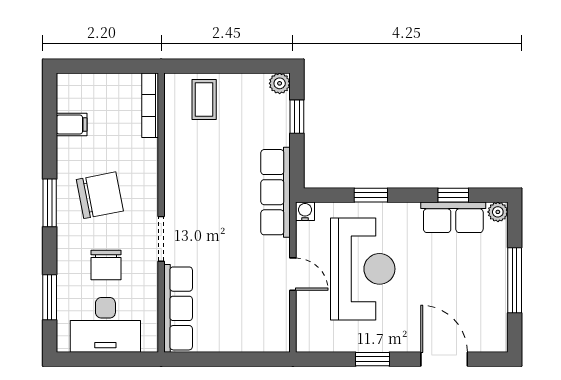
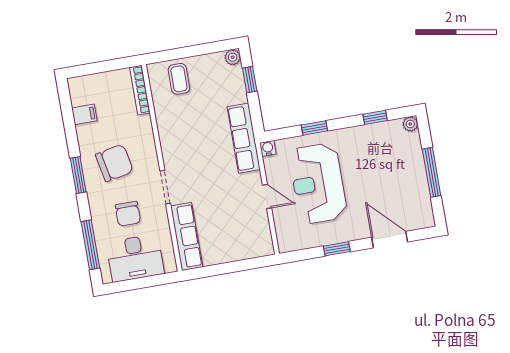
row of seats: (453, 217) -> (378, 134), removed
reception desk: (363, 269) -> (318, 183), turned 180
window: (50, 297) -> (90, 245), width x1.44

